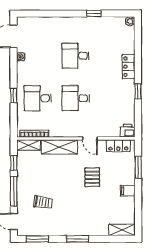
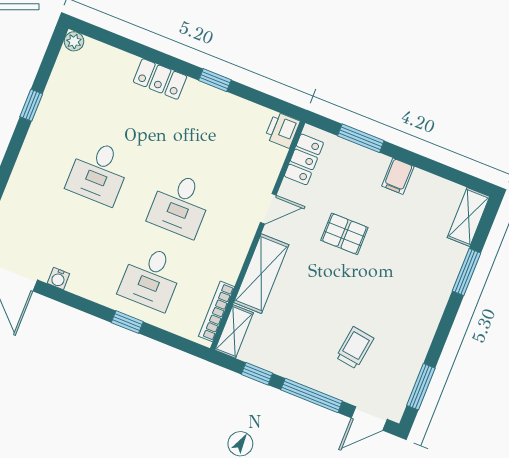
window: (78, 239) -> (466, 272), moved

